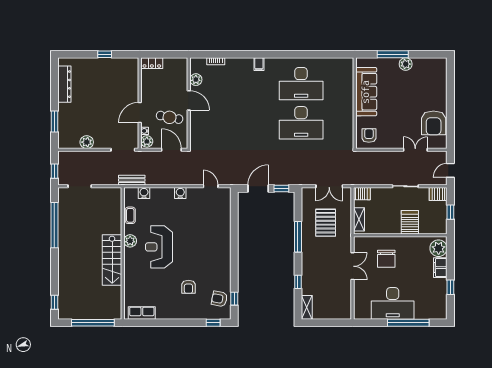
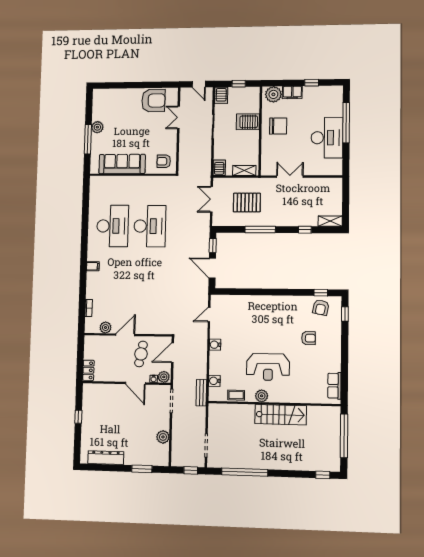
double door: (329, 186) -> (211, 199), swing flipped
chair: (386, 259) -> (278, 126), moved

